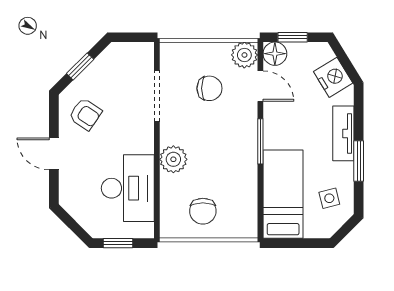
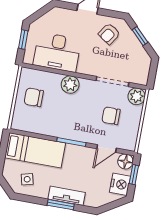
plant: (244, 55) -> (137, 96), moved
nightstand: (333, 77) -> (120, 184), moved, turned -59
chair: (209, 88) -> (111, 116), turned 90
window: (359, 161) -> (61, 205), moved

